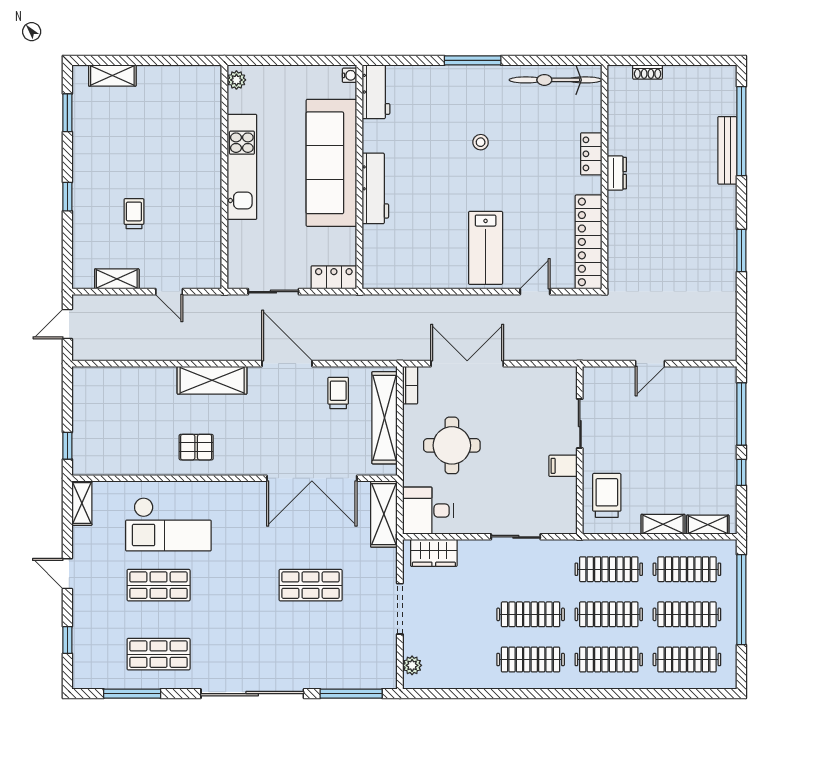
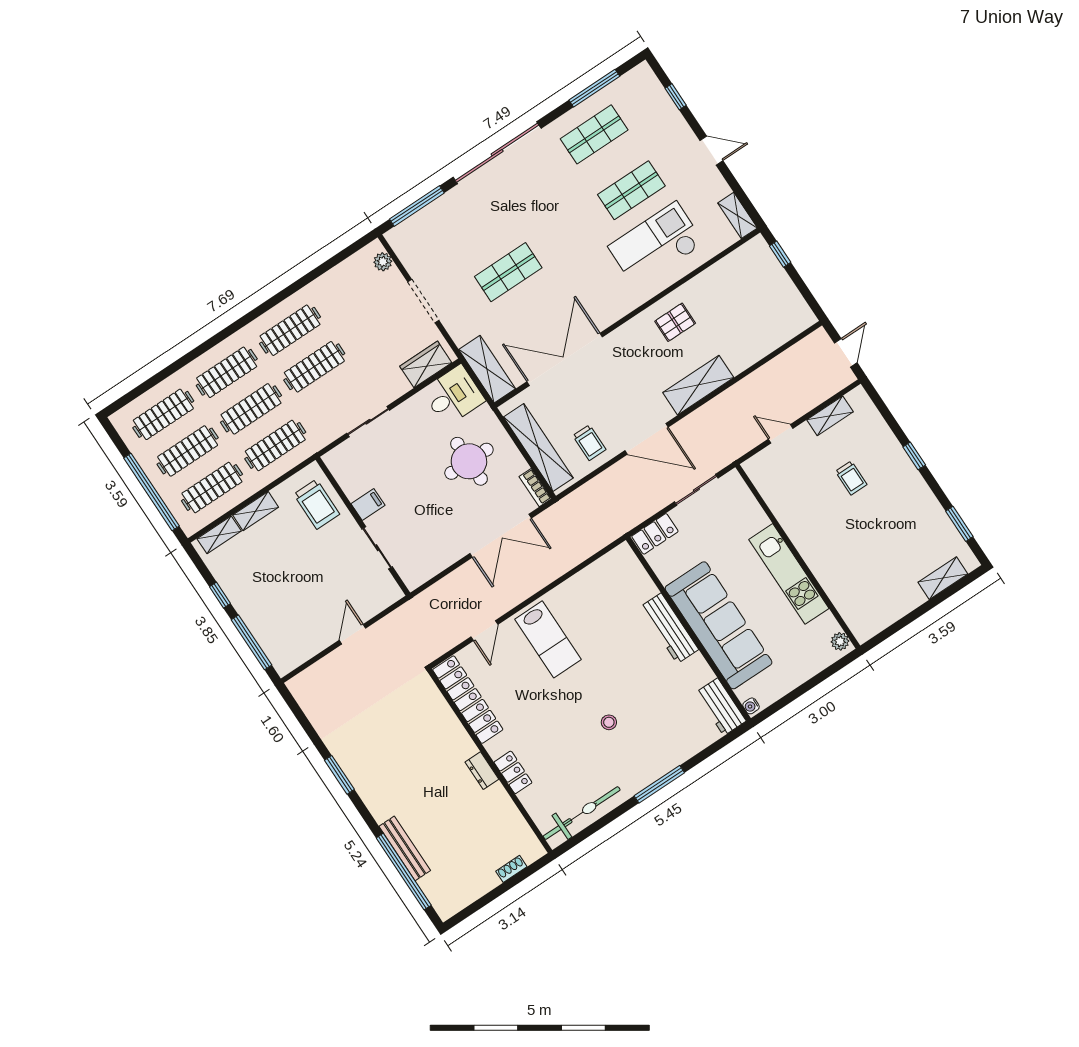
lab bench: (486, 248) -> (548, 639), turned 180

